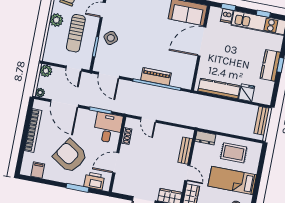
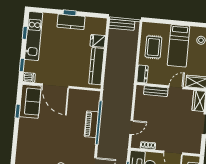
dishwasher: (227, 16) -> (29, 77), moved

